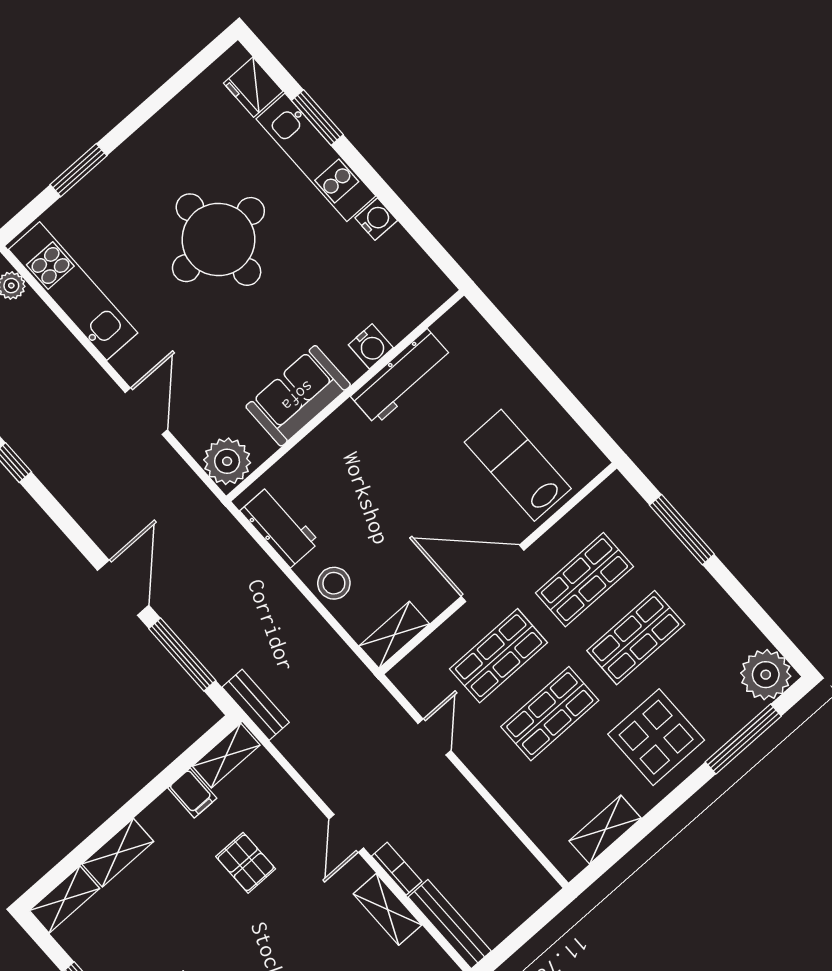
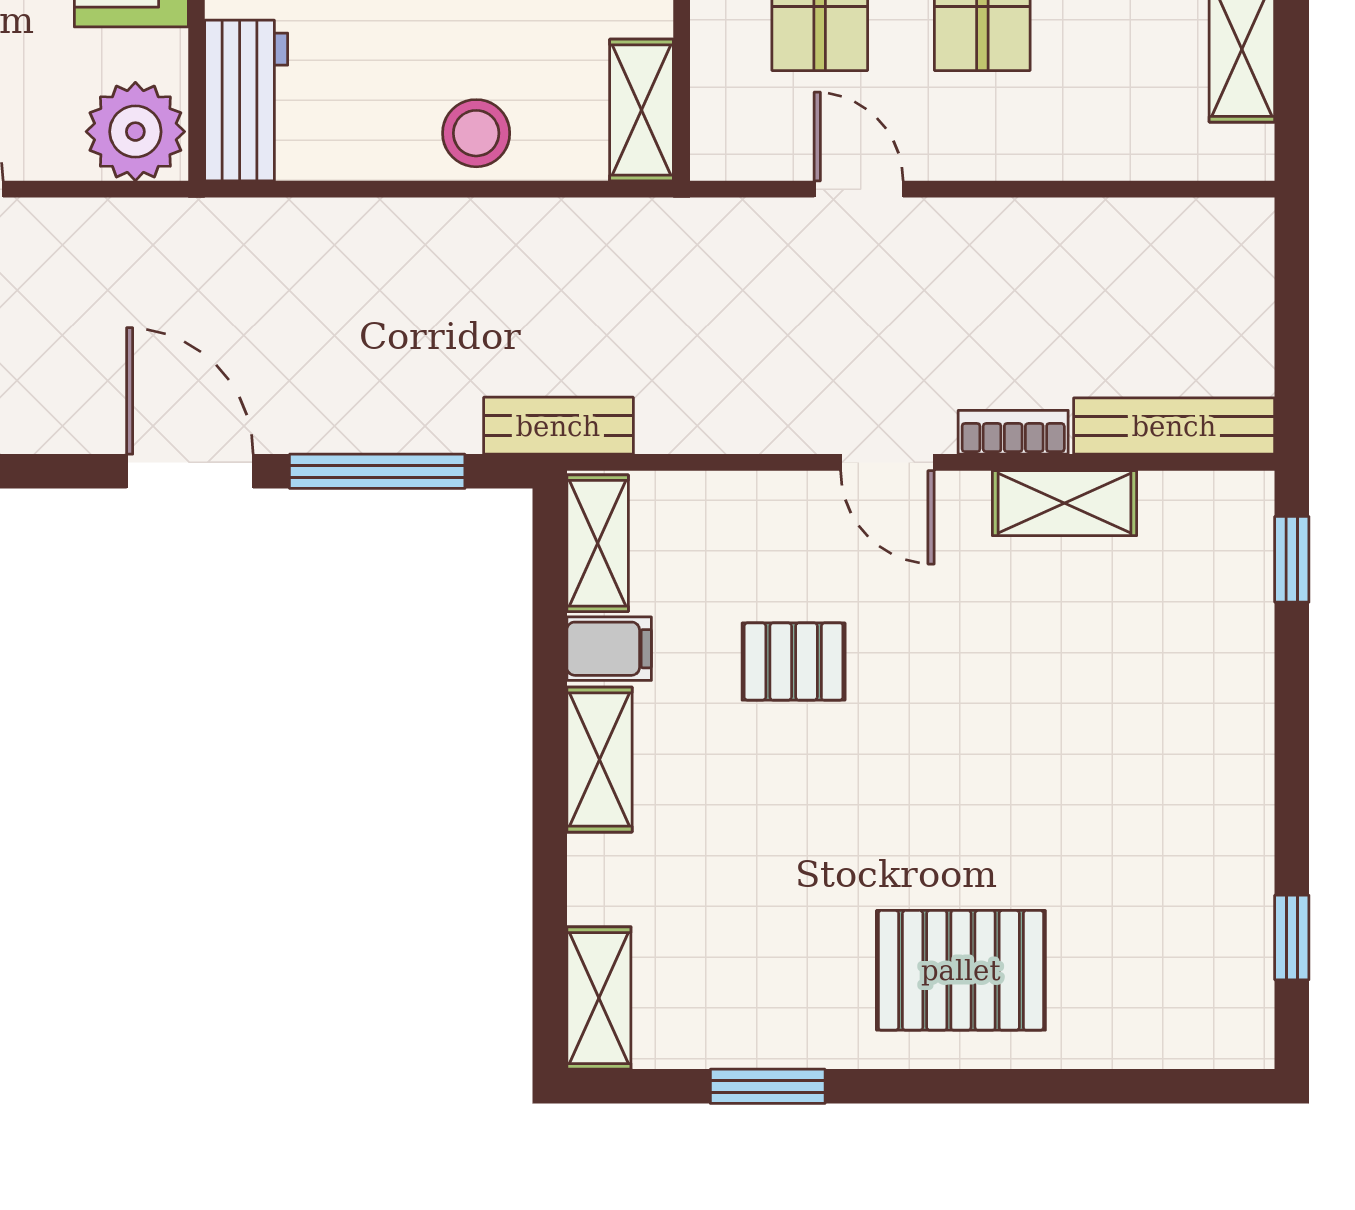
workbench: (280, 526) -> (246, 101), moved, turned 90
shelving: (118, 853) -> (599, 760), moved

